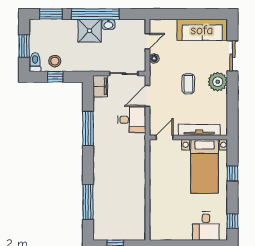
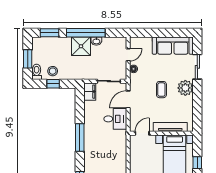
window: (88, 129) -> (80, 138), moved

